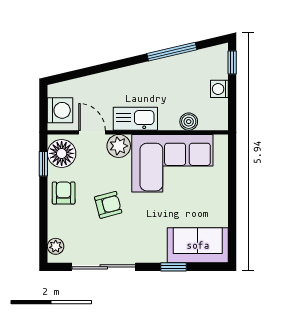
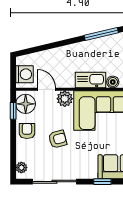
kitchen sink: (135, 119) -> (91, 80), moved

